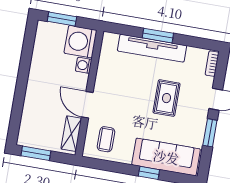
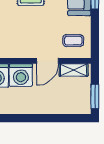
washing machine: (84, 65) -> (21, 75), width x1.89, depth x1.89

